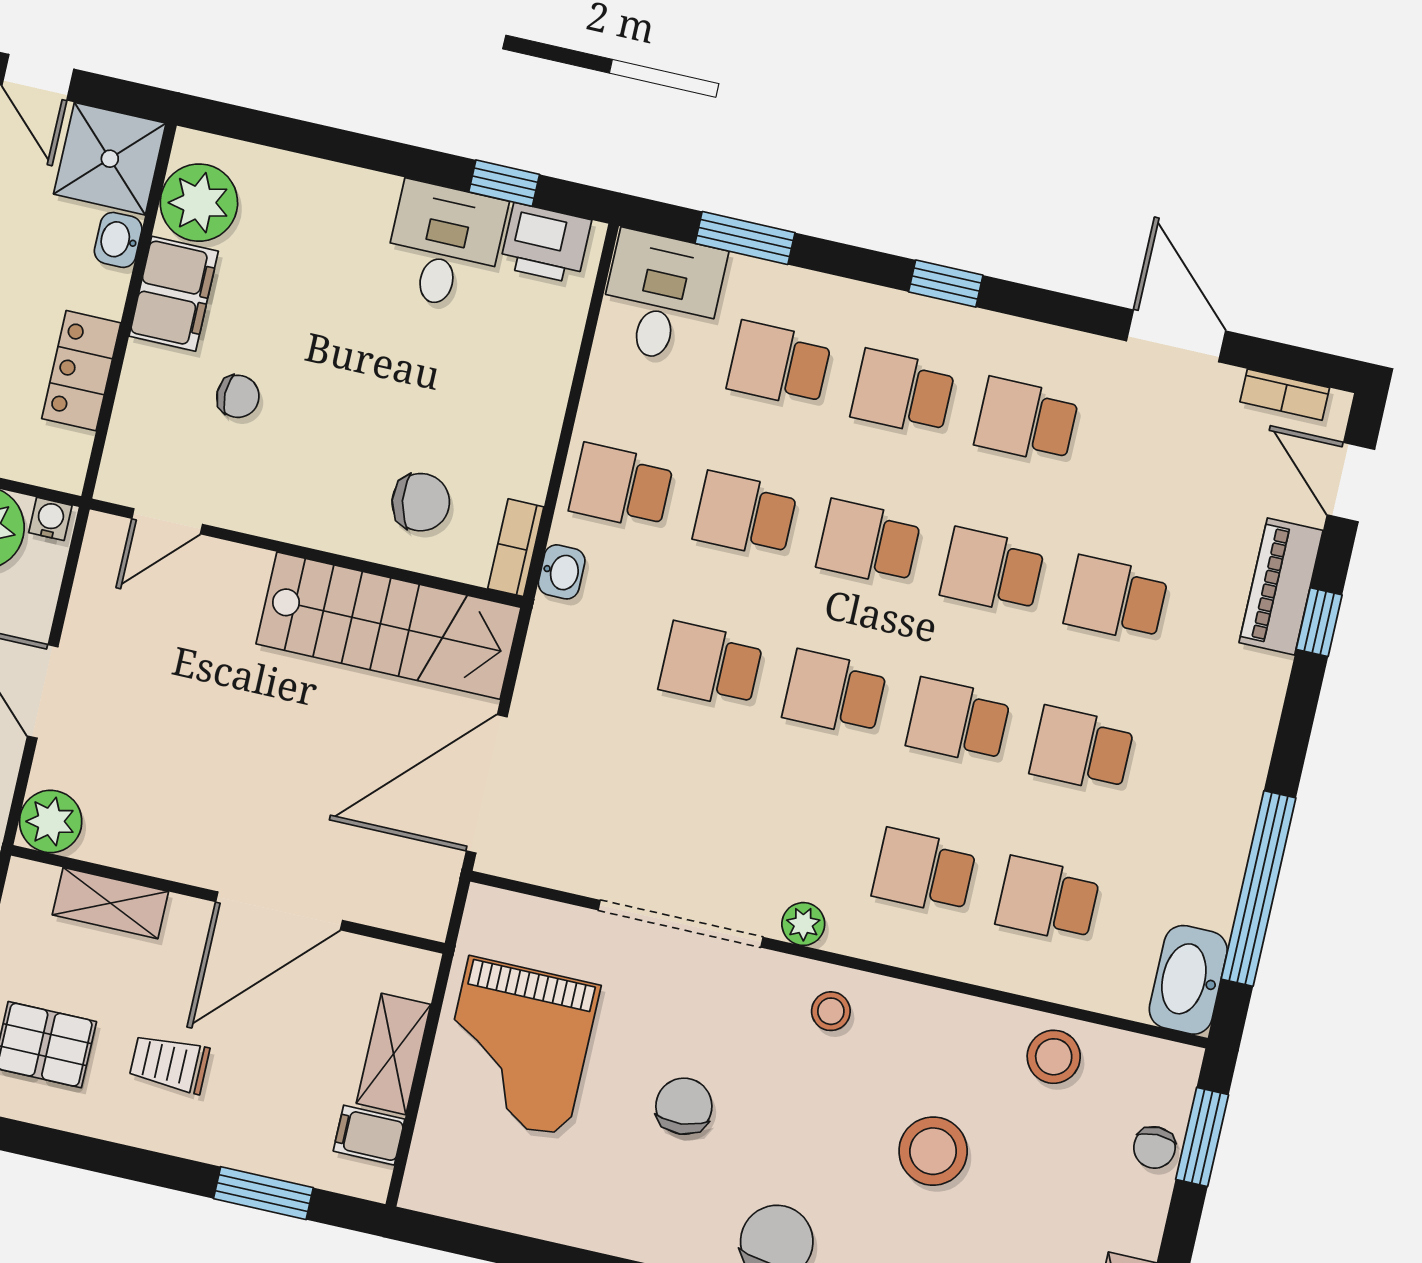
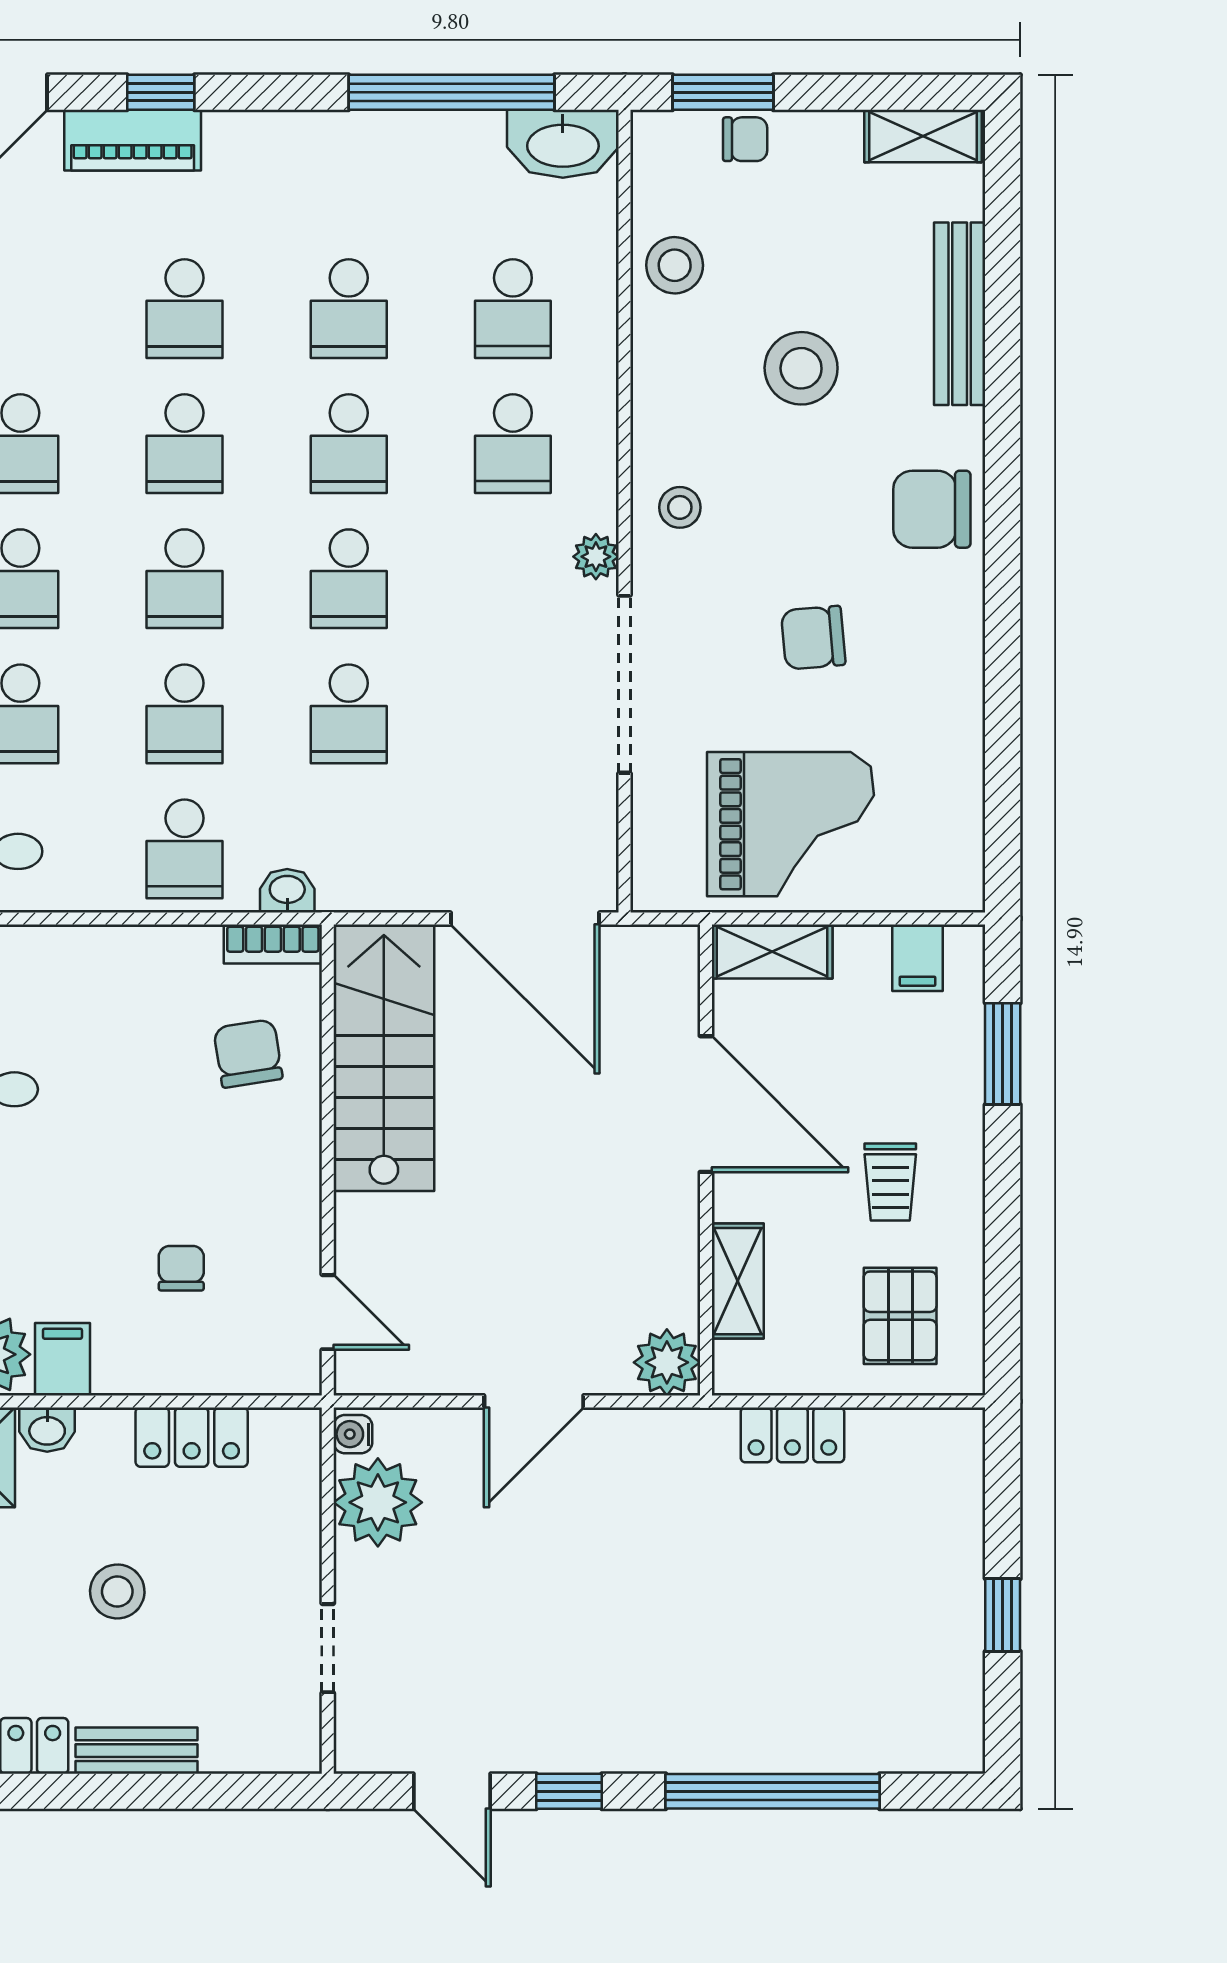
filing cabinet: (174, 294) -> (62, 1359), width x0.50
shelving: (394, 1054) -> (772, 951), moved

